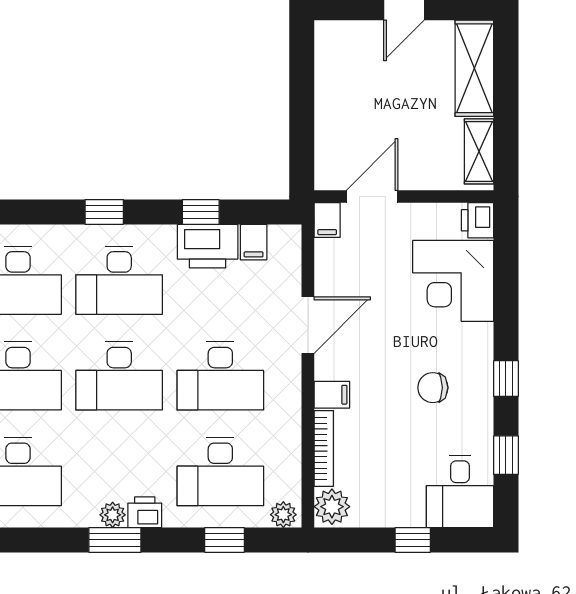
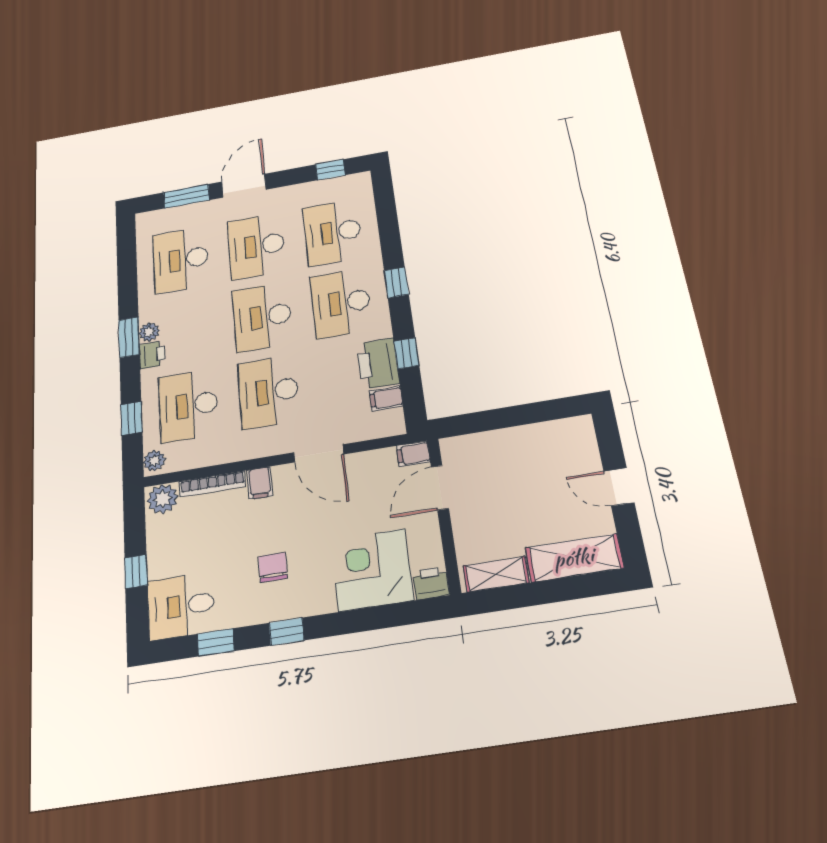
door: (372, 196) -> (440, 488), swing flipped

